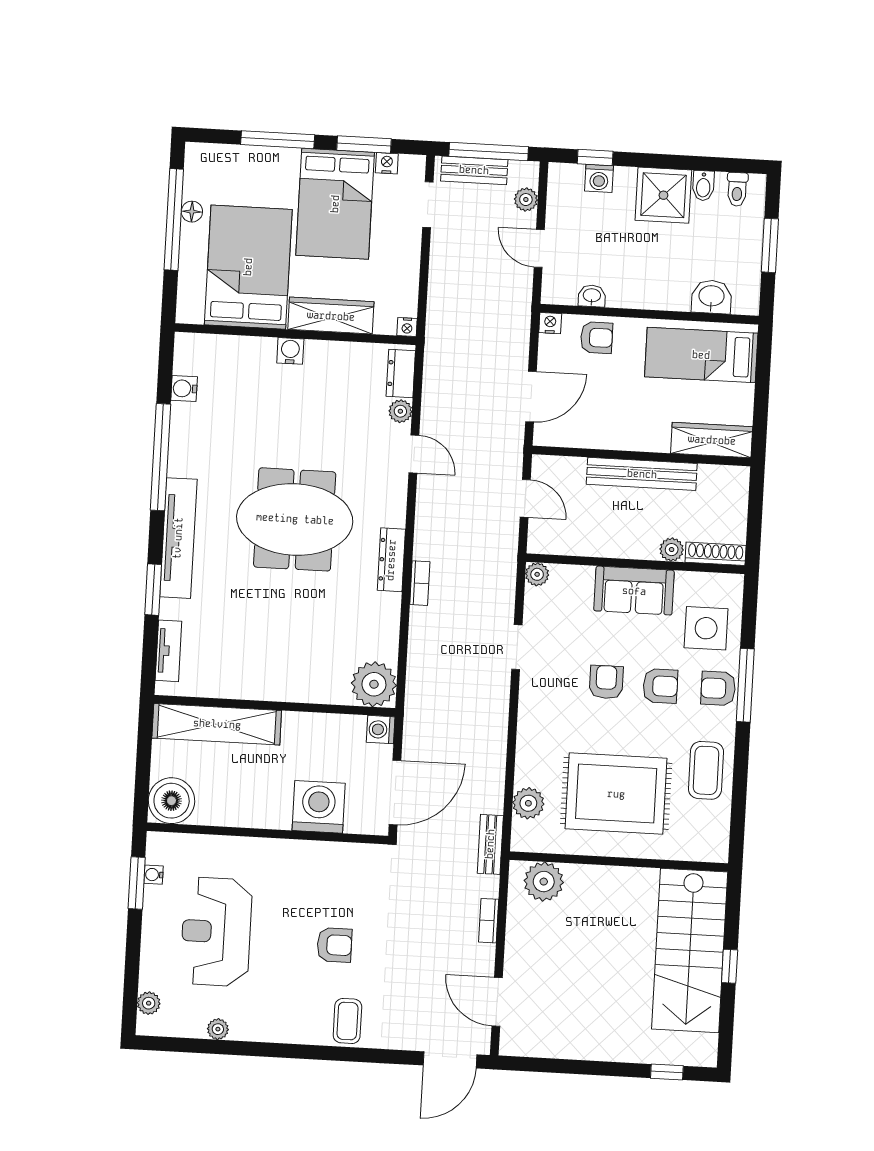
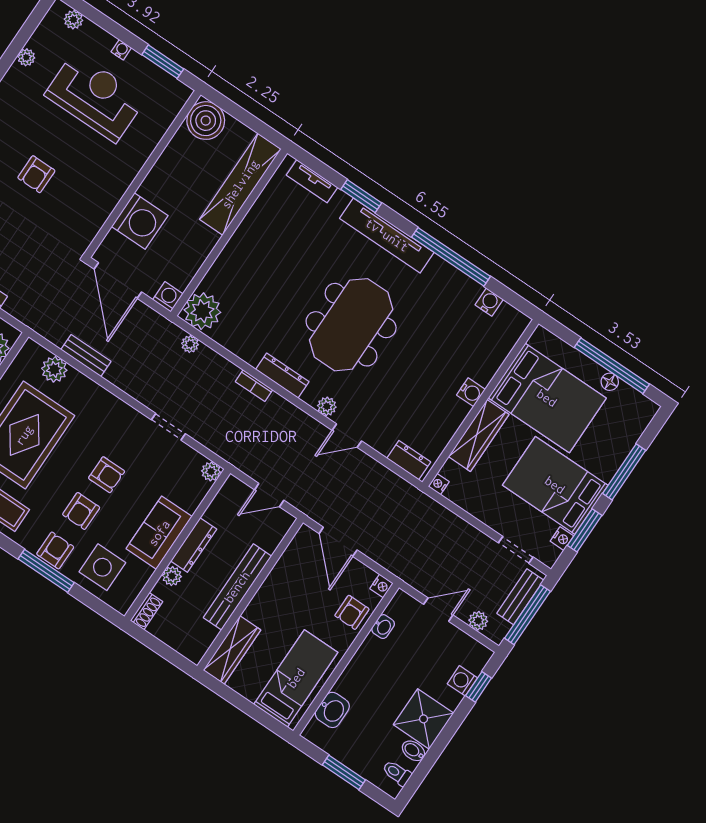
plant: (400, 411) -> (327, 406), moved
dresser: (625, 546) -> (194, 545), added
shoe rack: (716, 554) -> (146, 611), width x0.70
plant: (416, 677) -> (190, 344), added
bench: (490, 844) -> (86, 356), moved
water cooler: (153, 875) -> (121, 50), moved

